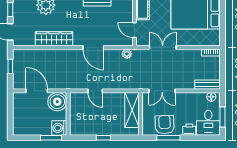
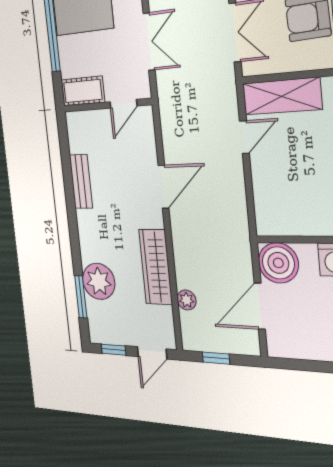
double door: (163, 47) -> (149, 42), swing flipped
plant: (127, 54) -> (187, 300), moved
door: (95, 91) -> (244, 137), moved

